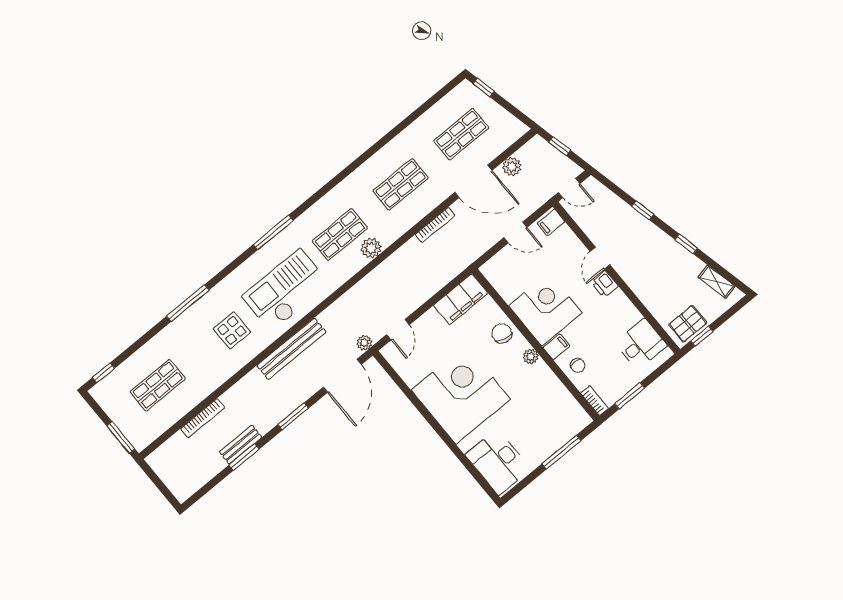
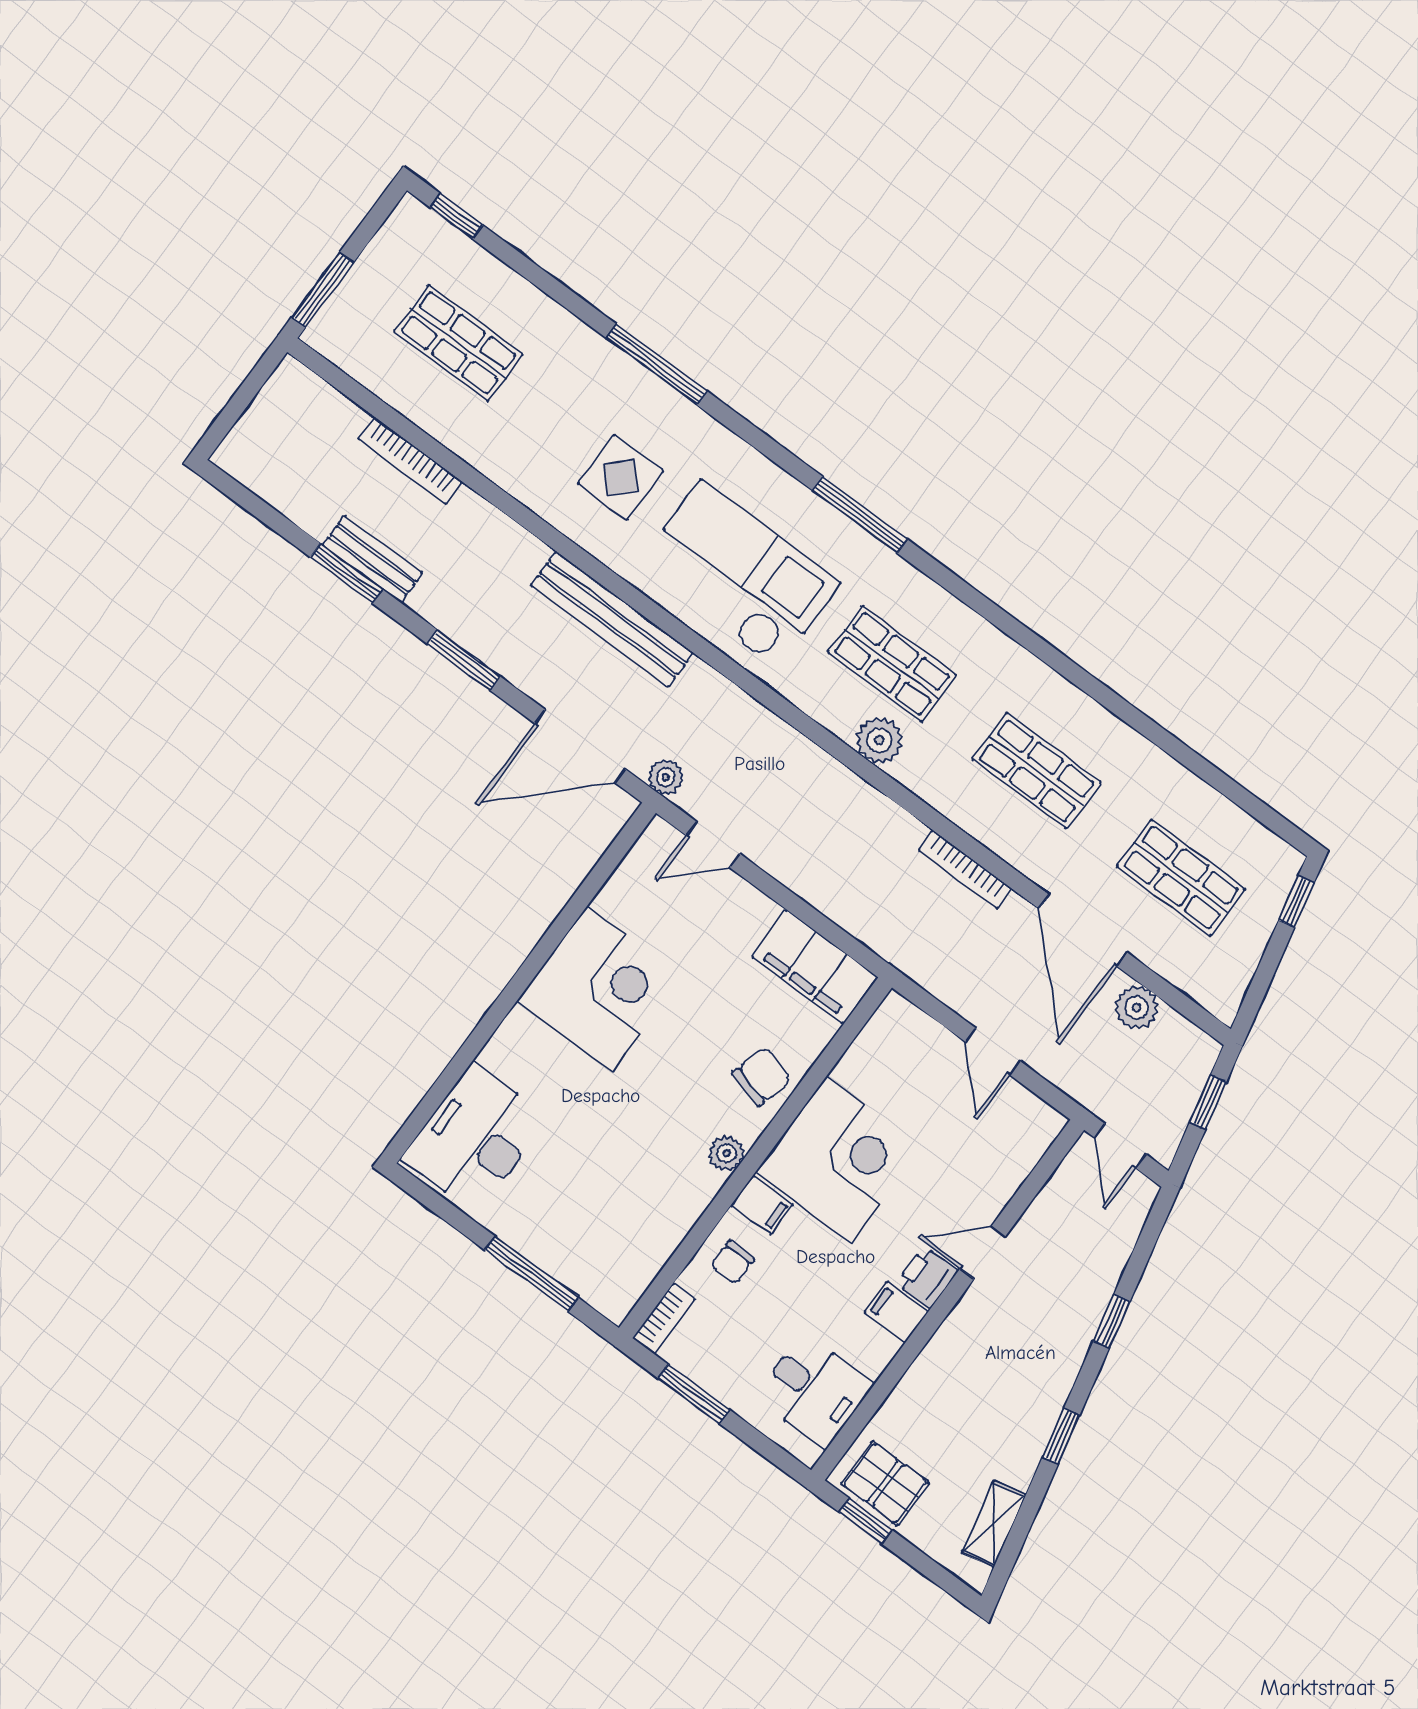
filing cabinet: (551, 222) -> (896, 1312), moved
corner desk: (461, 395) -> (599, 989), width x0.74, depth x0.74

